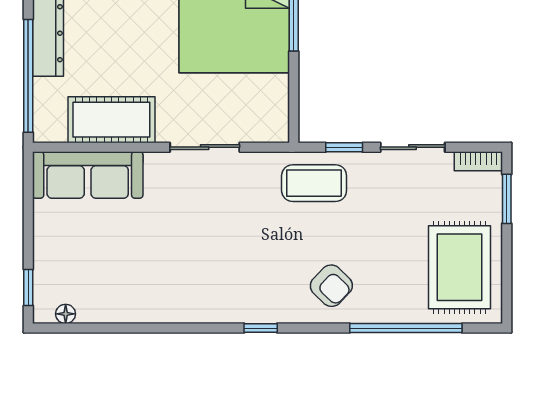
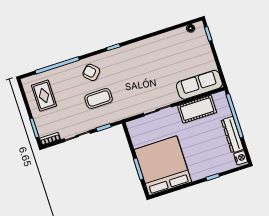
coffee table: (314, 183) -> (99, 99), moved
rug: (460, 267) -> (44, 96), width x0.73, depth x0.70

